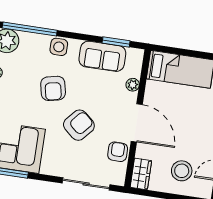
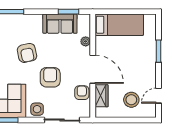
side table: (59, 47) -> (37, 109), moved
armchair: (79, 125) -> (50, 77), turned -41
wardrobe: (141, 174) -> (102, 96), moved

